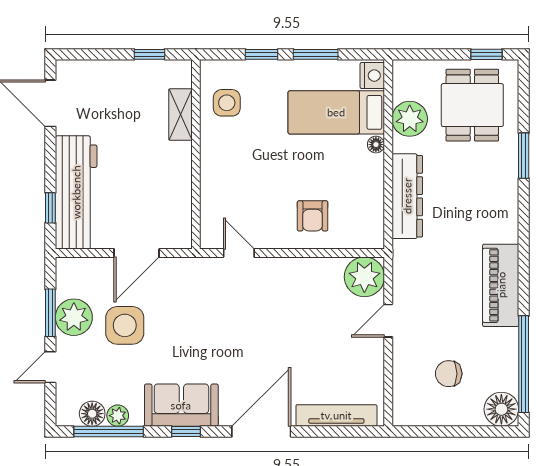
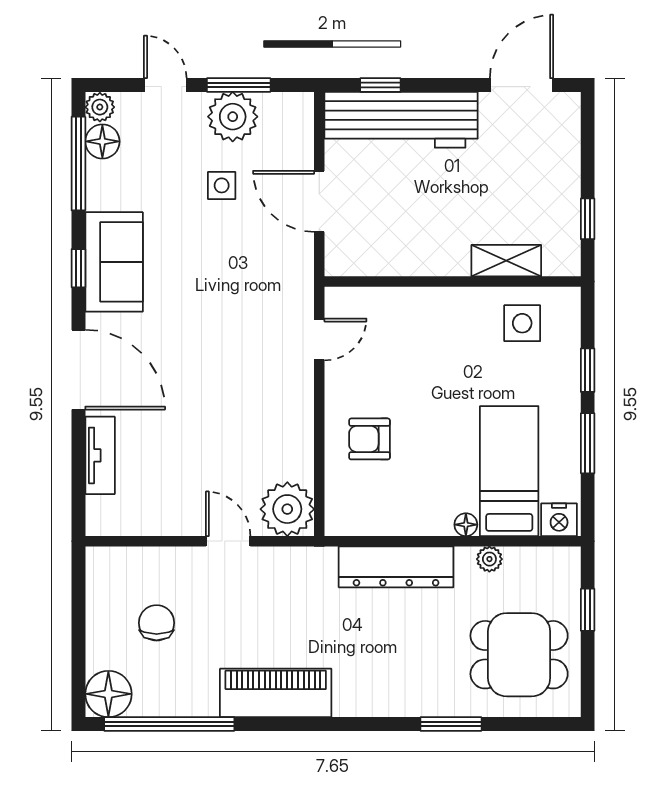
window: (486, 54) -> (588, 610), moved
plant: (410, 119) -> (489, 559), width x0.53, depth x0.53
side table: (125, 325) -> (222, 185), width x0.54, depth x0.54
tv unit: (336, 415) -> (100, 455), width x0.71
plant: (118, 416) -> (100, 107), moved

